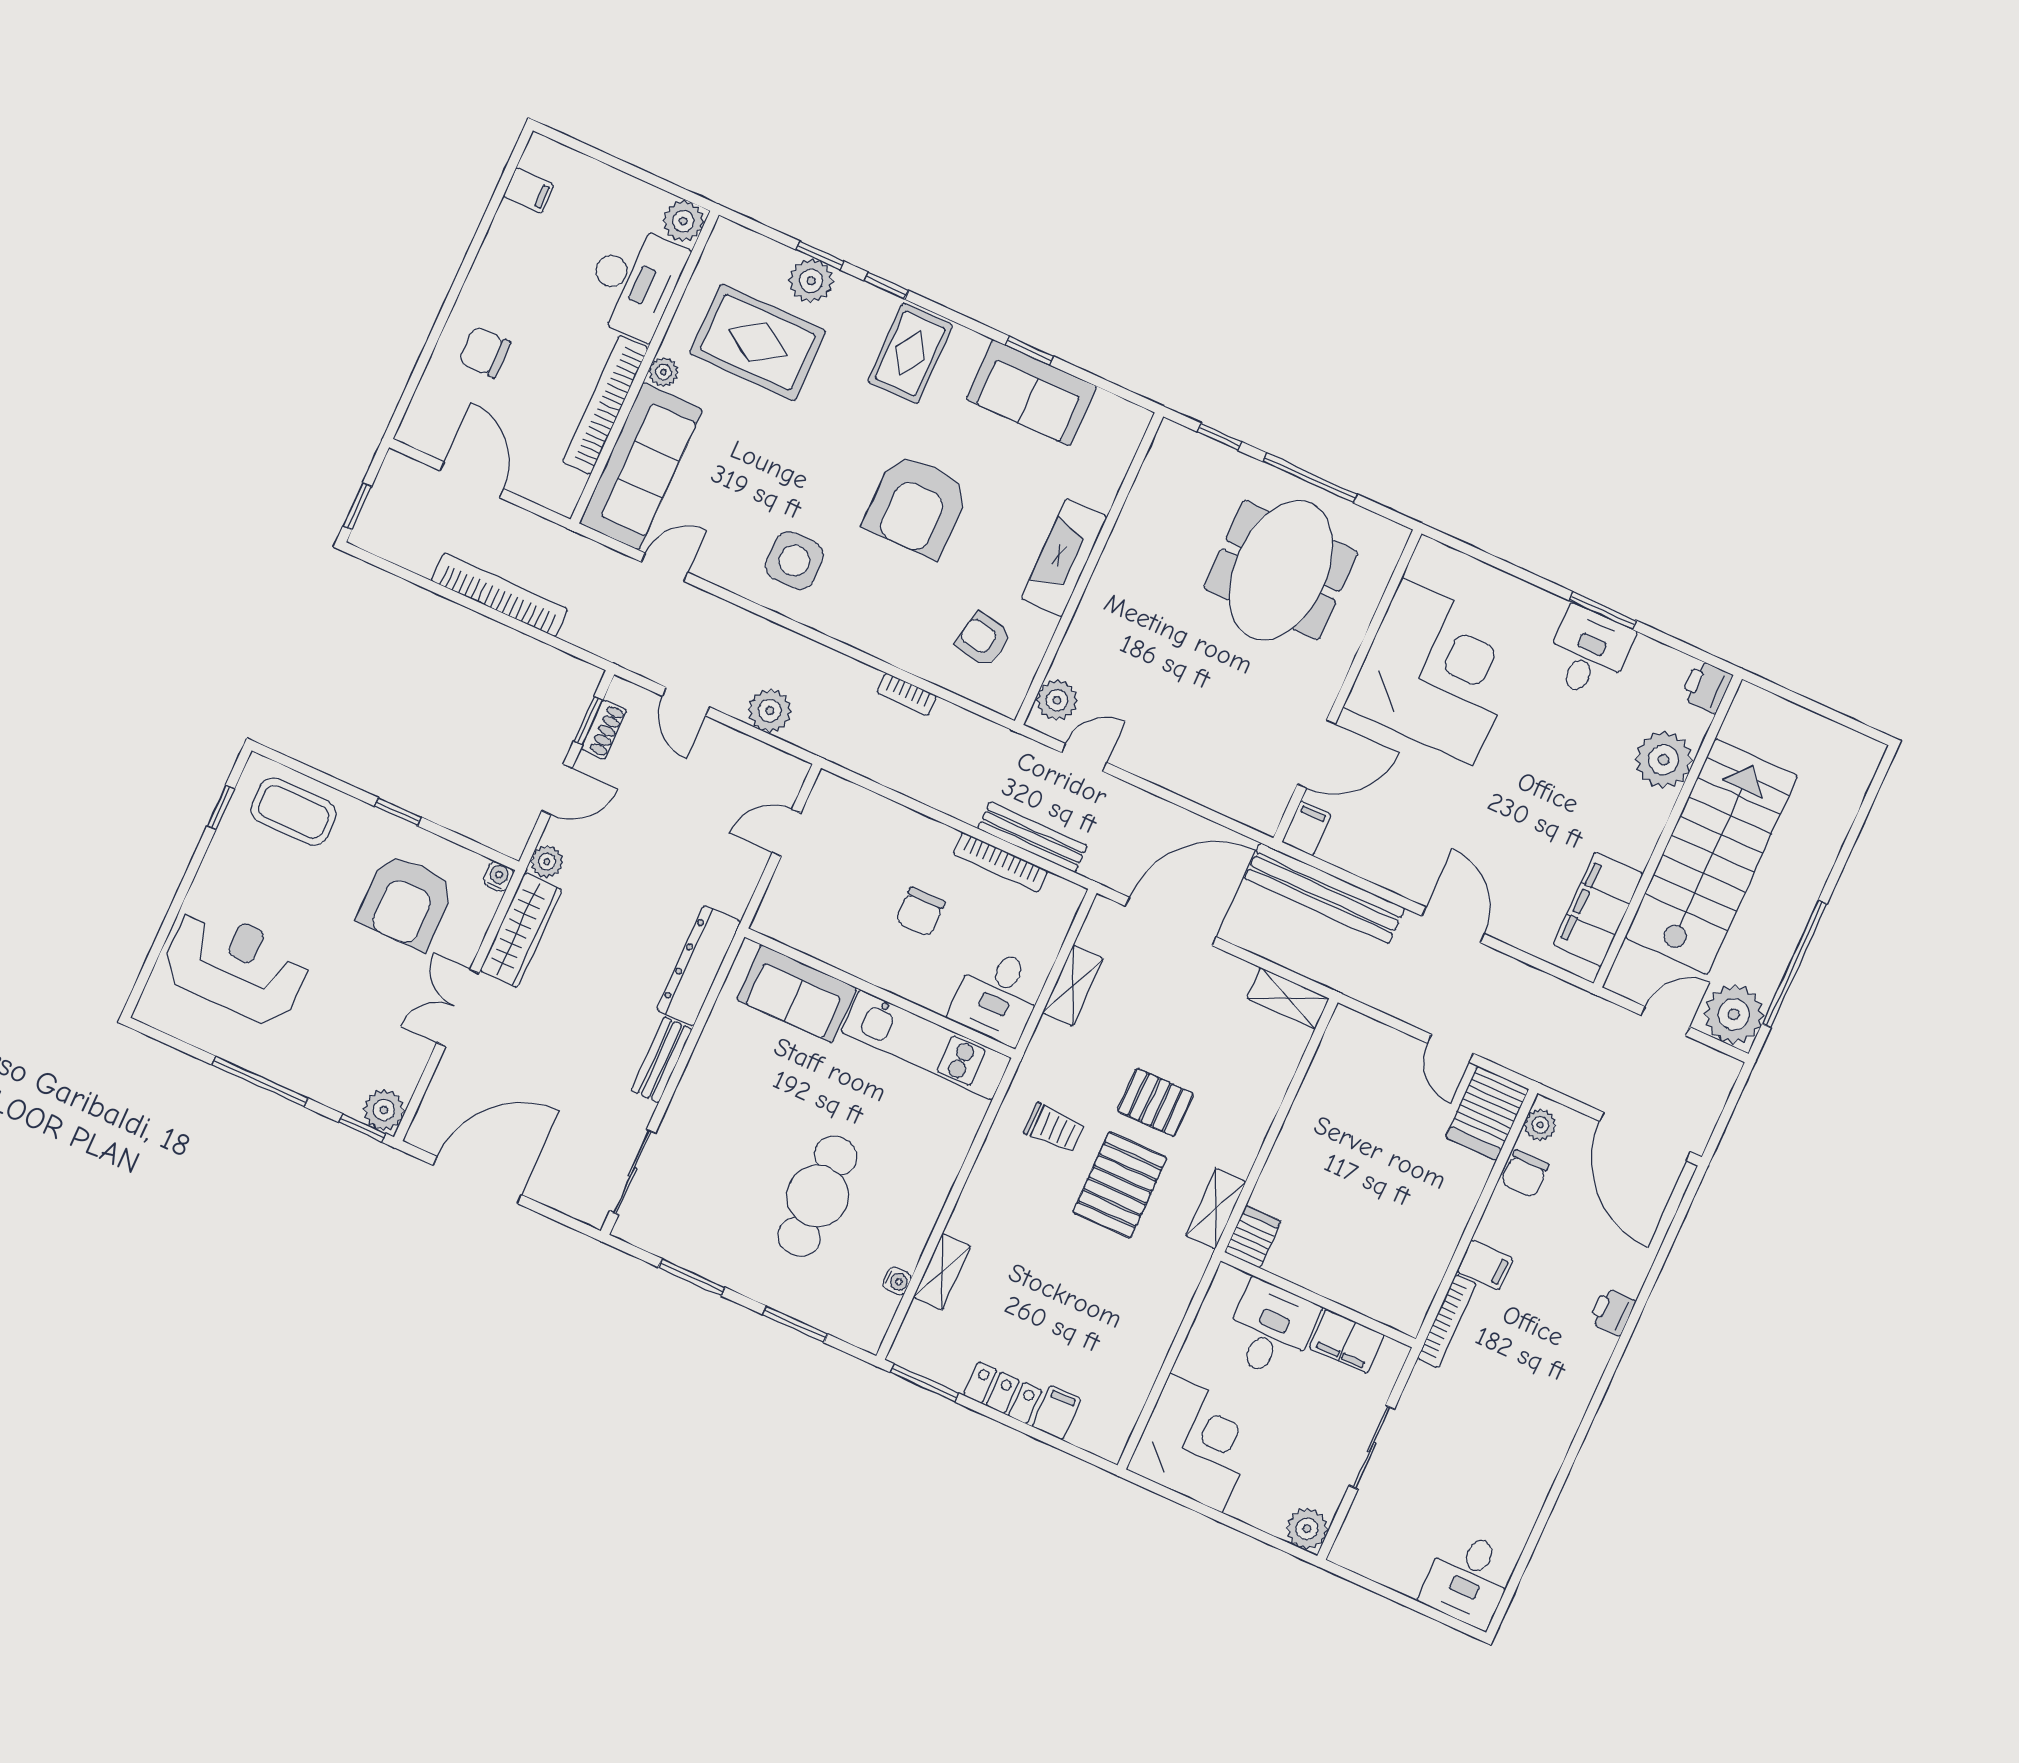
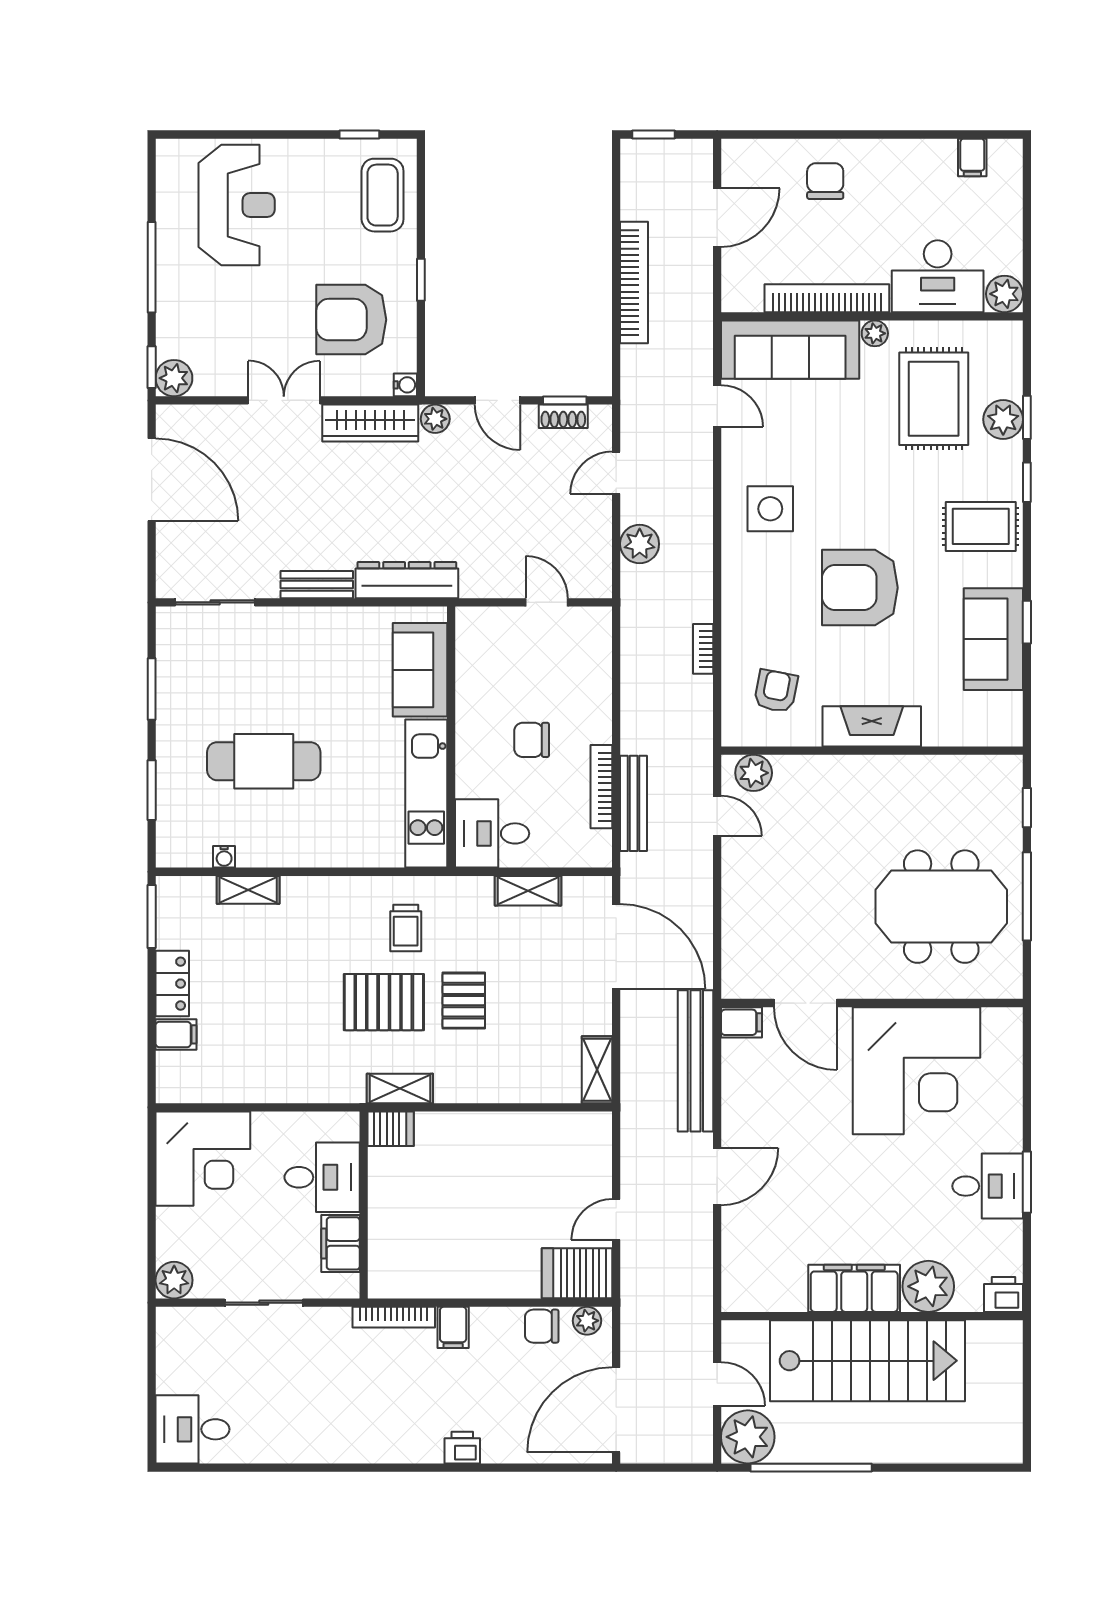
filing cabinet: (1598, 909) -> (854, 1288), moved

